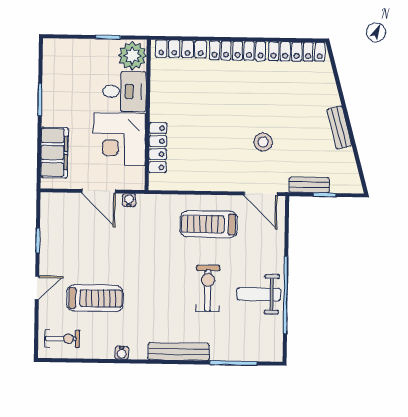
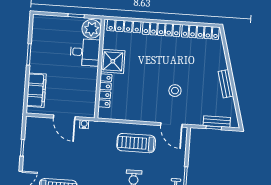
shower: (167, 103) -> (113, 61), added
corner desk: (119, 139) -> (80, 84), removed
bench: (309, 185) -> (217, 122), moved

